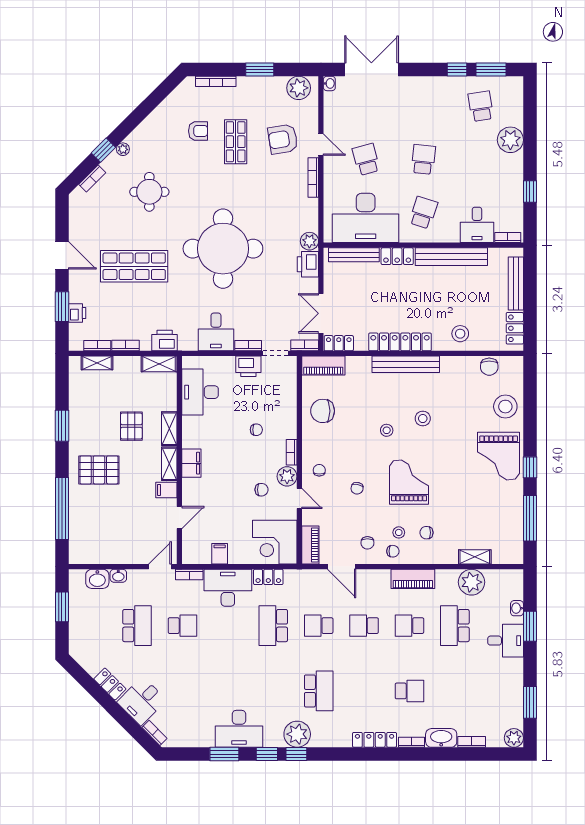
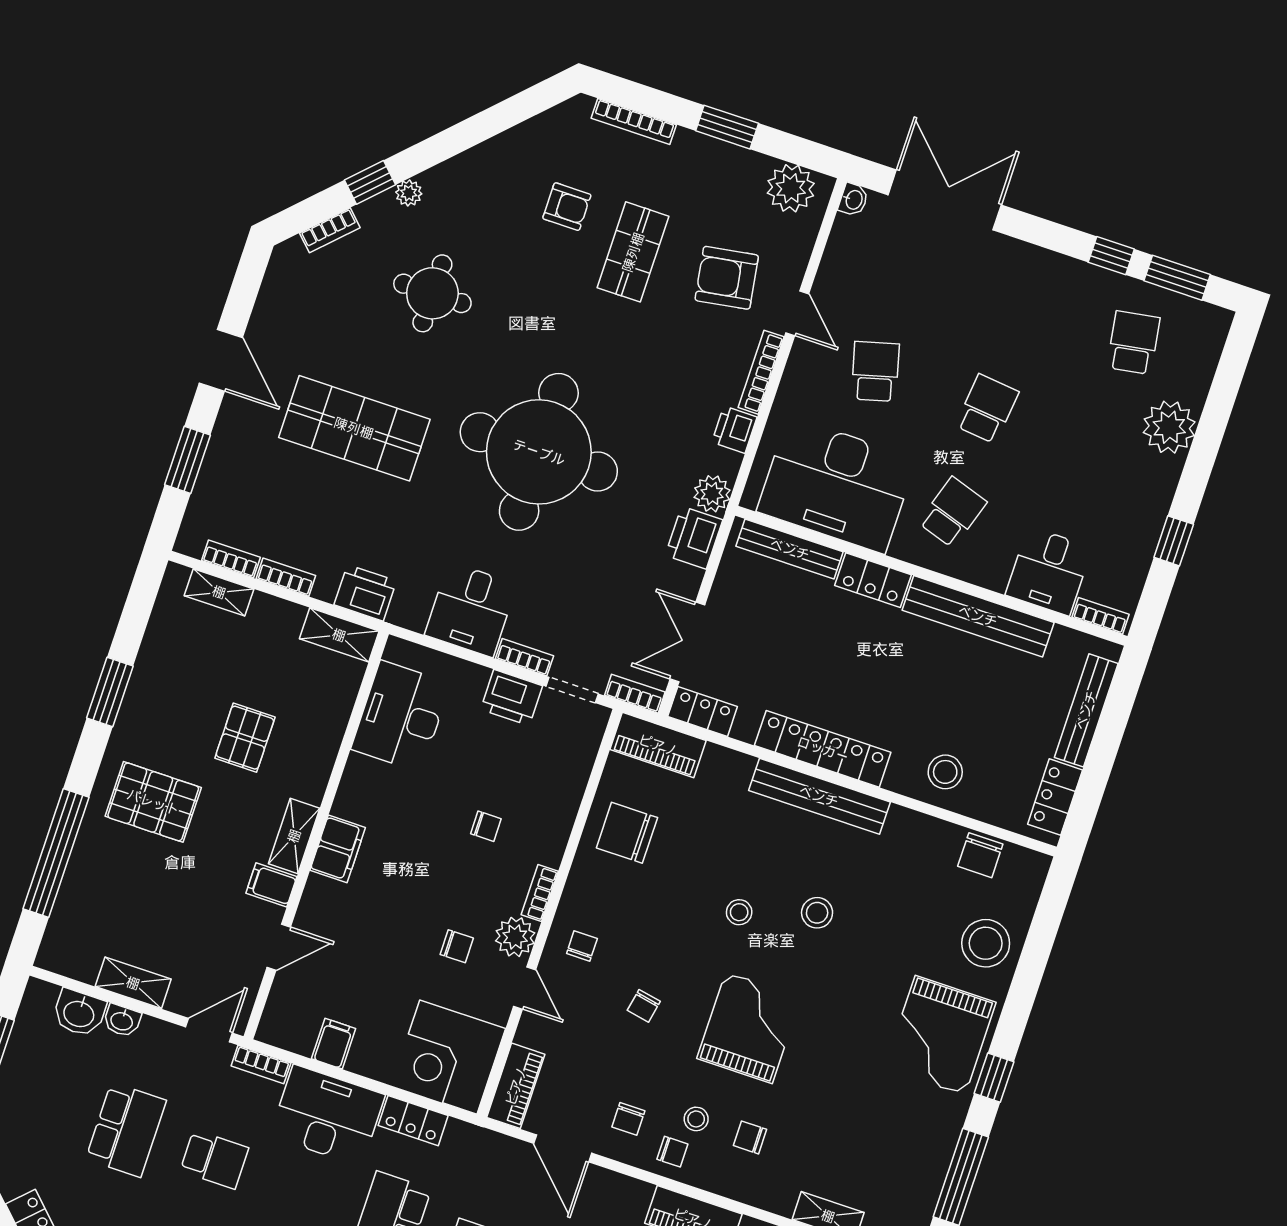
printer: (77, 313) -> (734, 430), moved, turned 180
shelving: (169, 429) -> (133, 983), moved, turned 90

